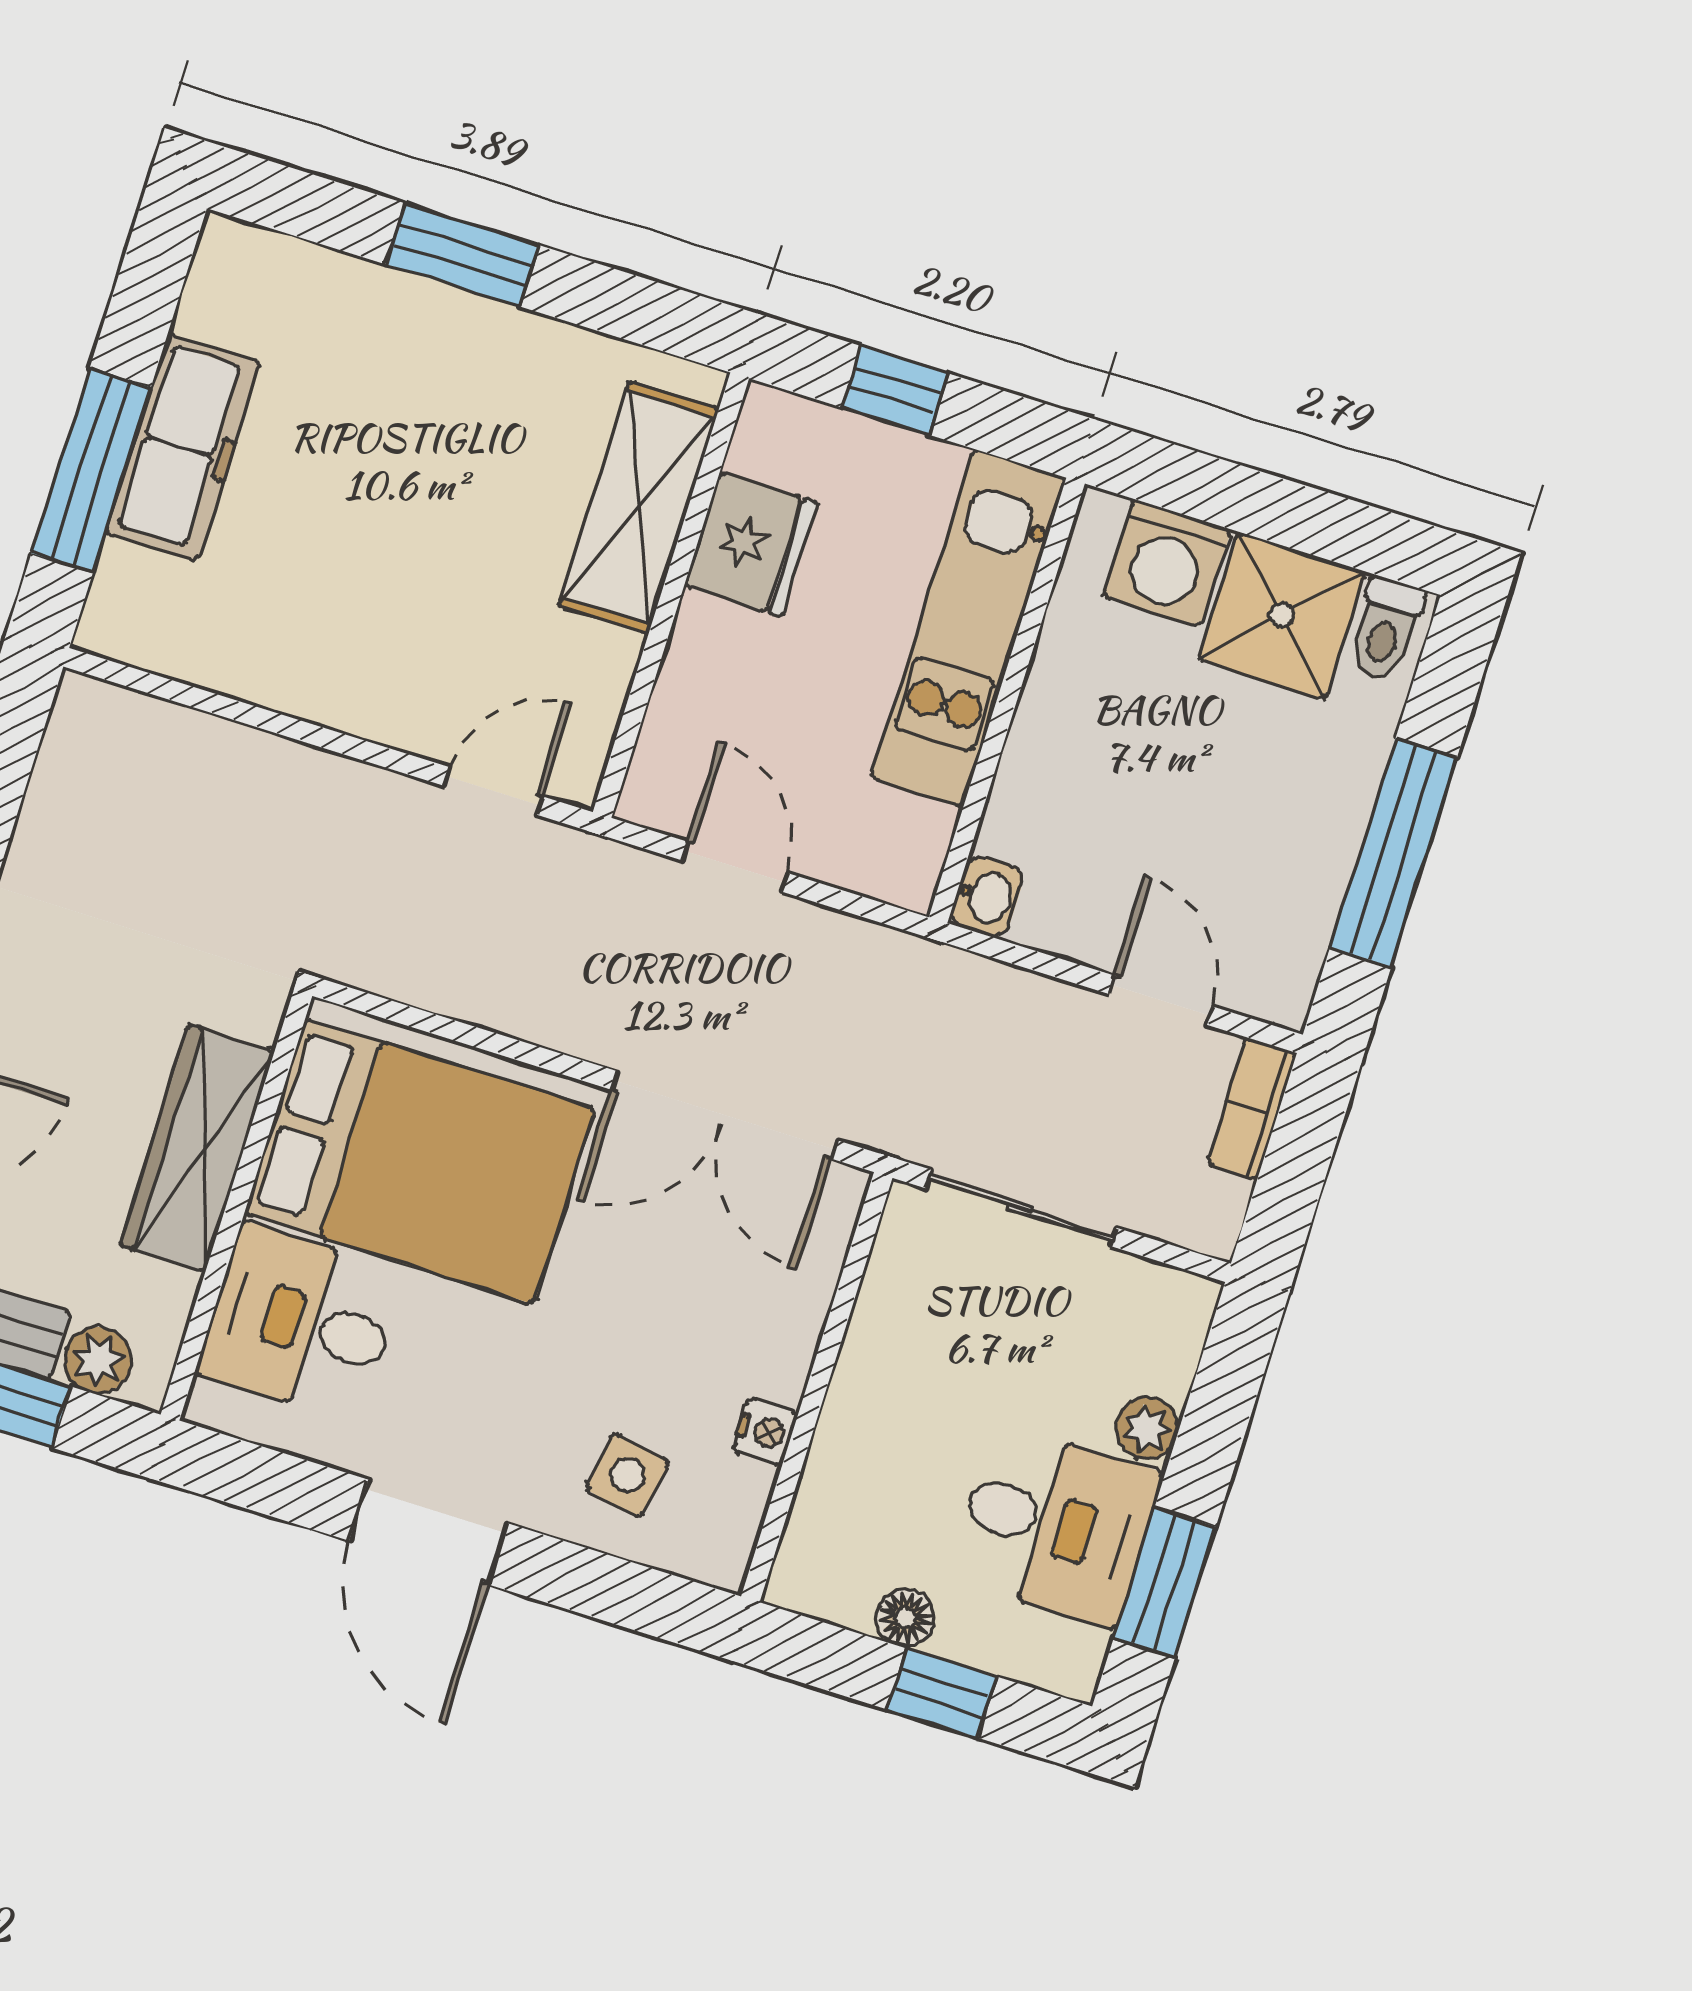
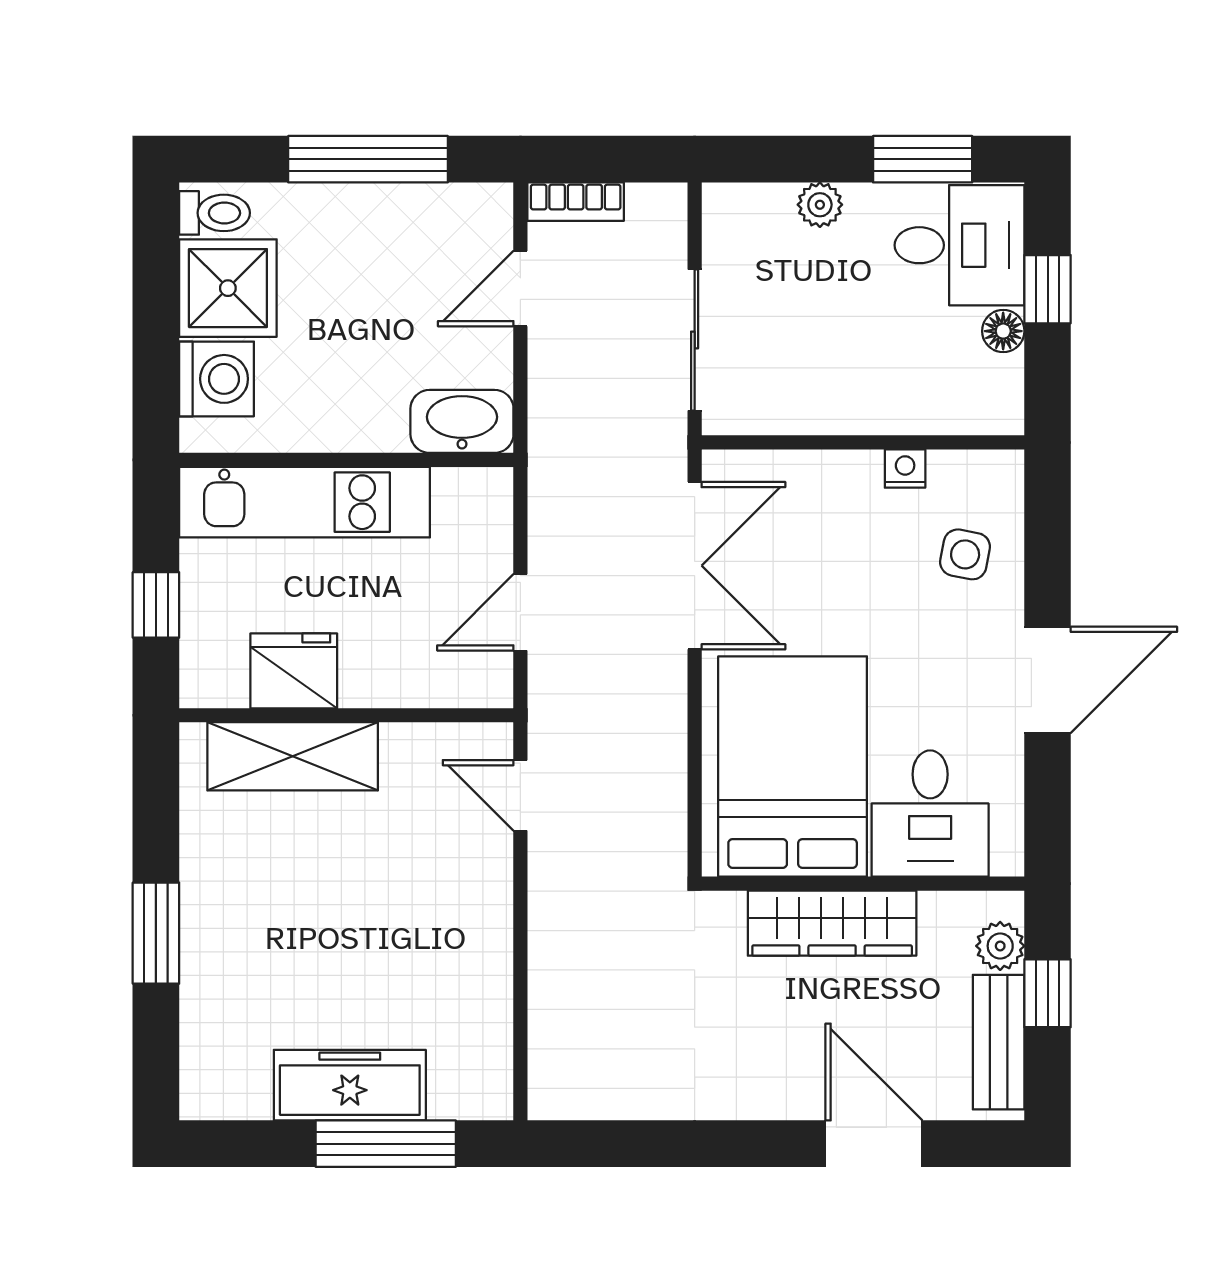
washbasin: (987, 897) -> (462, 421), width x1.91, depth x1.45
desk: (1055, 1526) -> (959, 245), moved, turned 90

